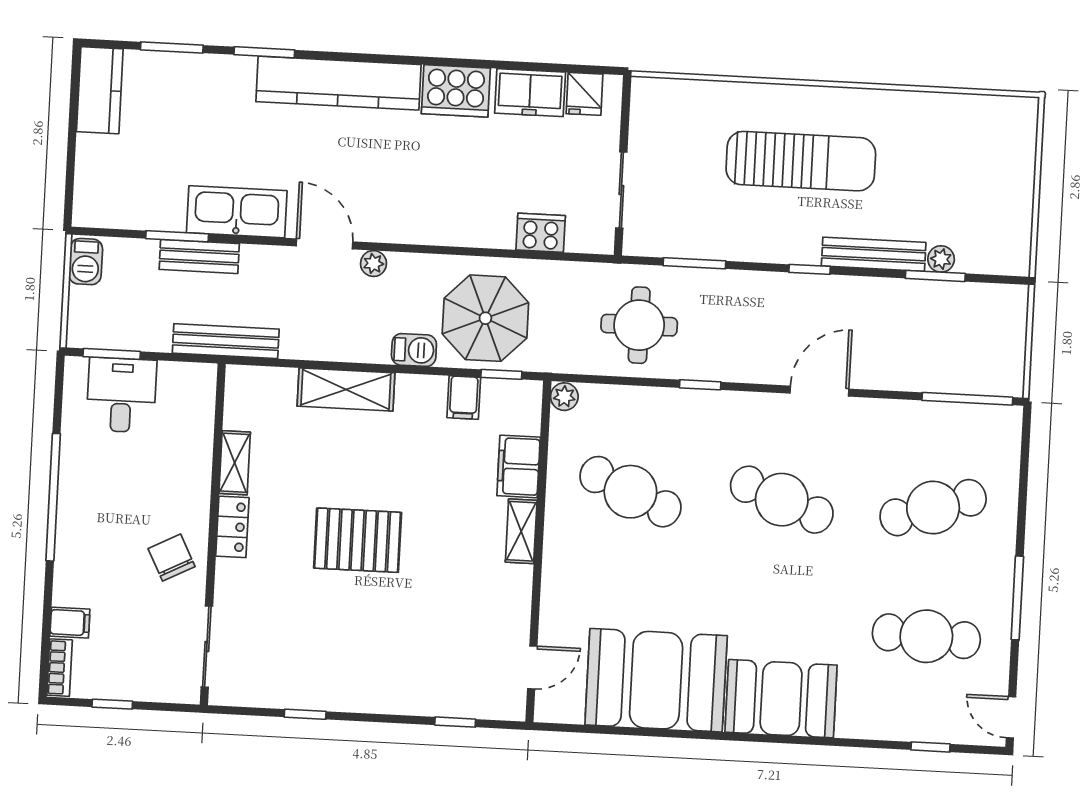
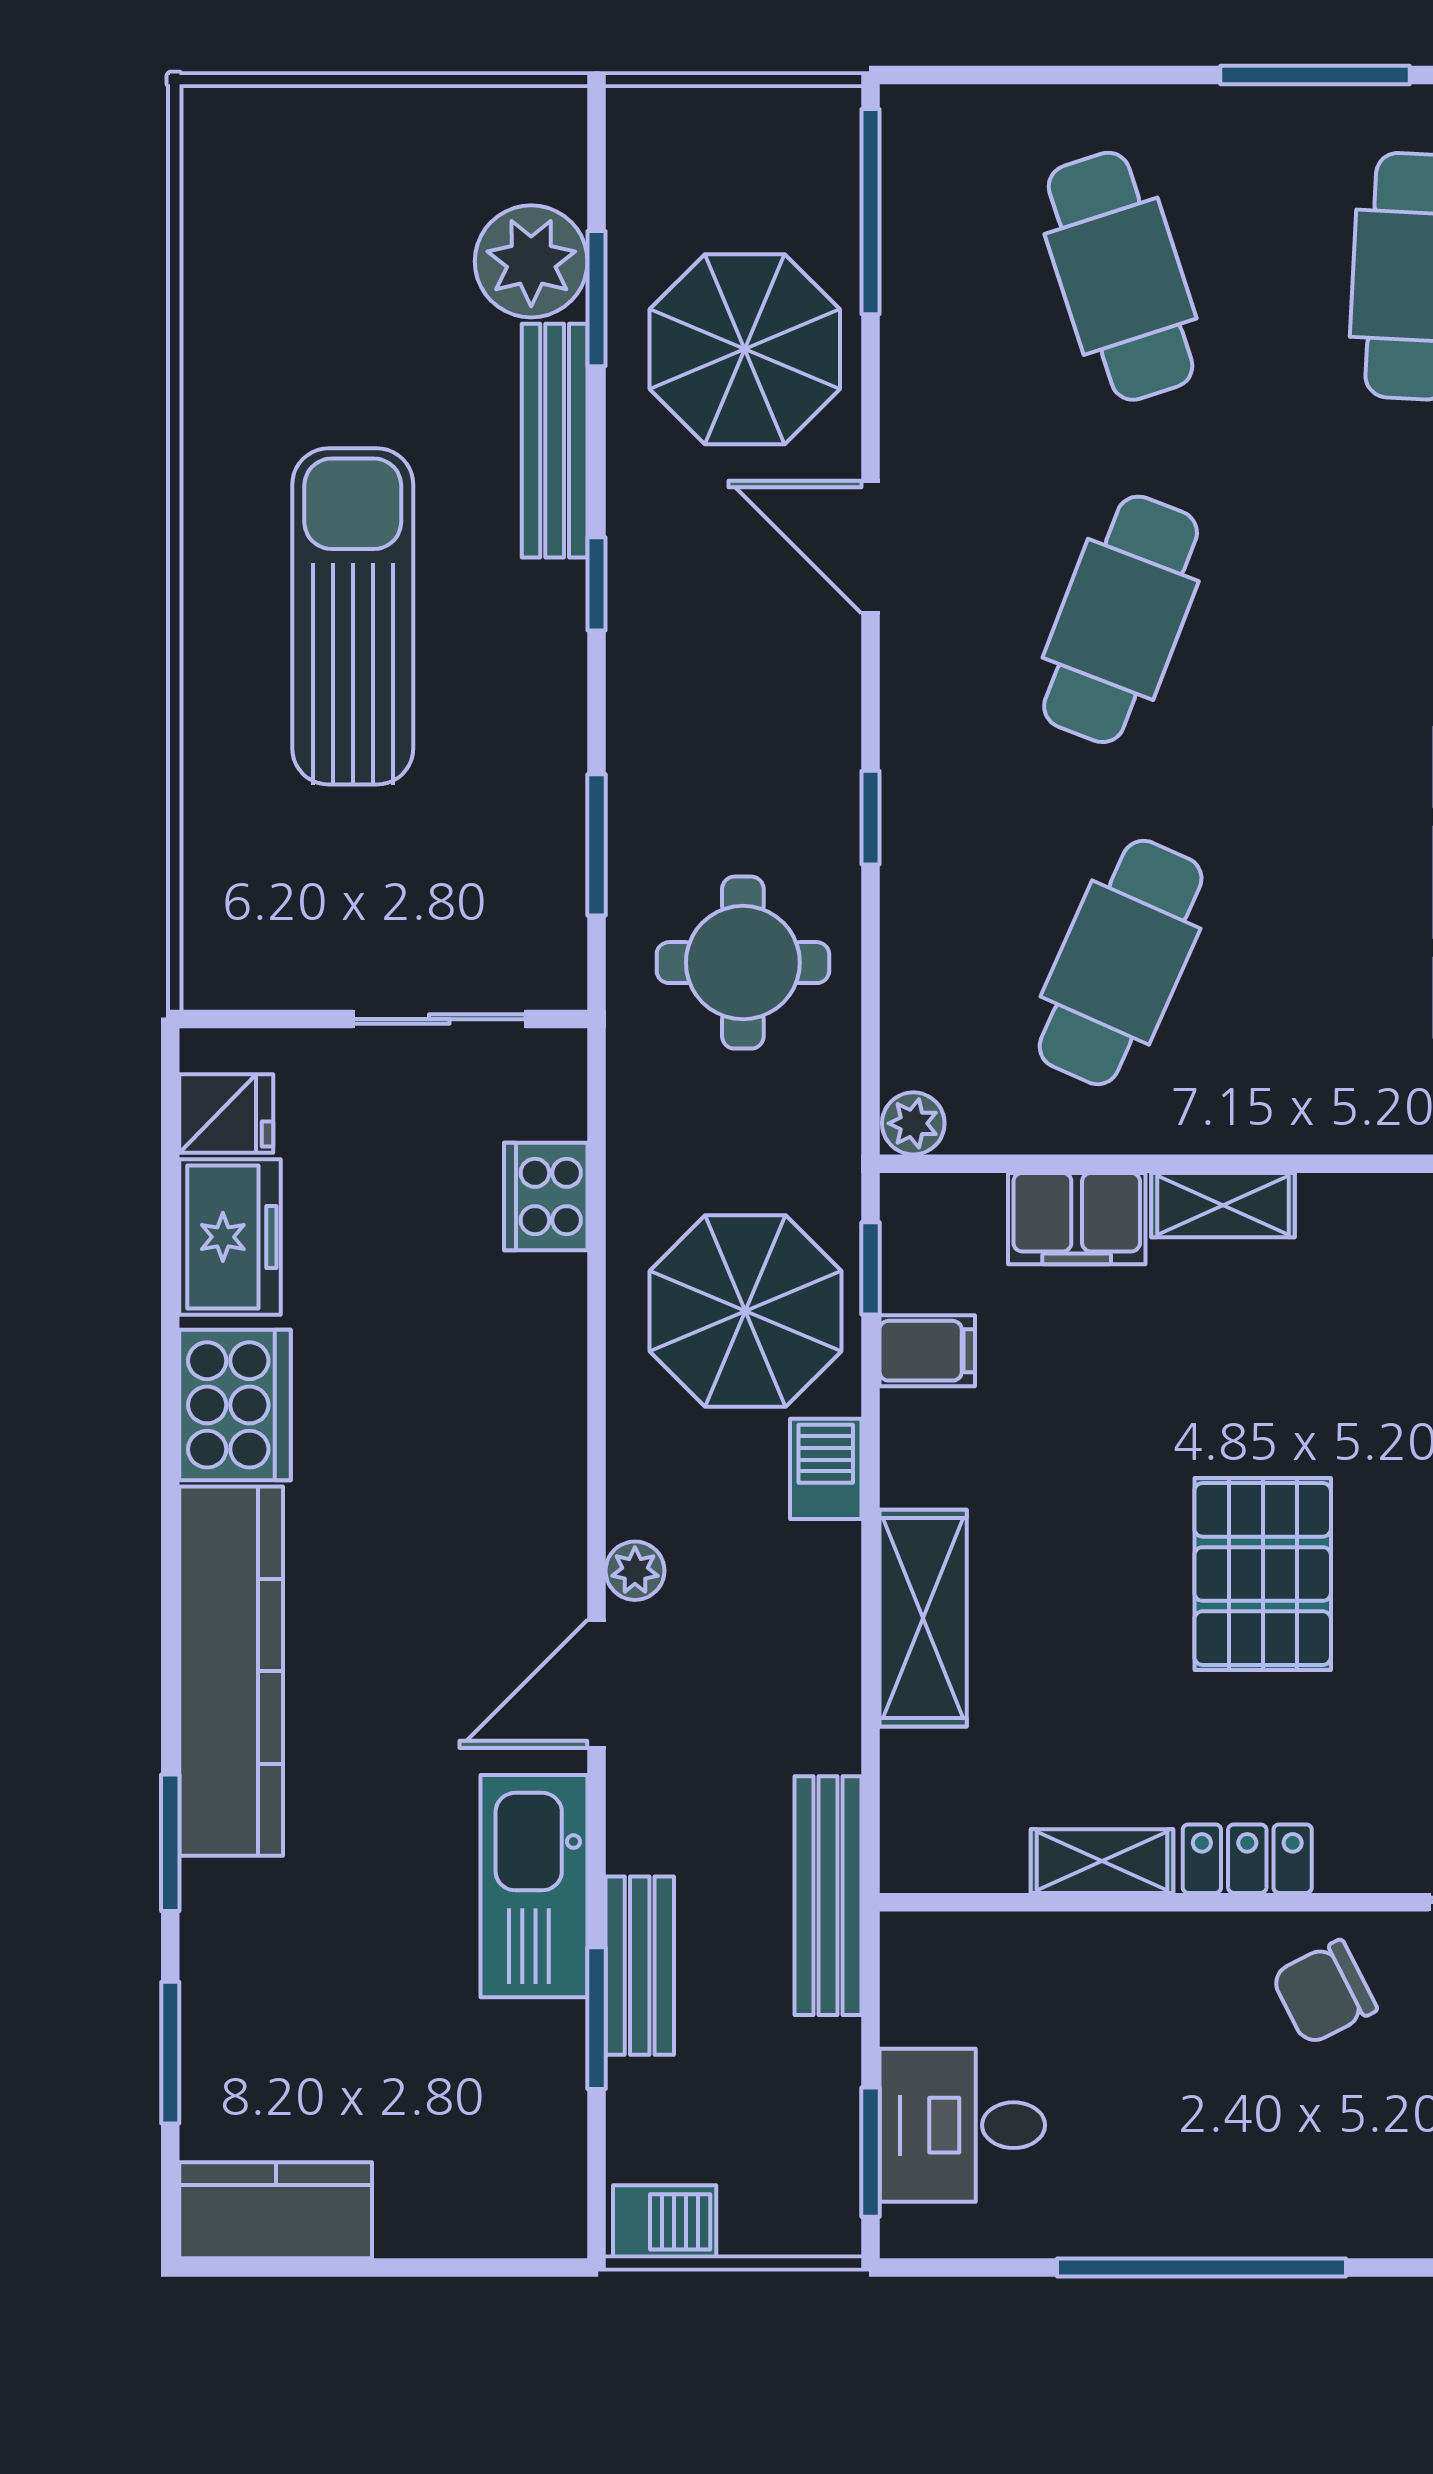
plant: (941, 259) -> (531, 261), width x1.87, depth x1.87
parasol: (910, 340) -> (745, 349), added

